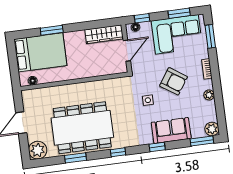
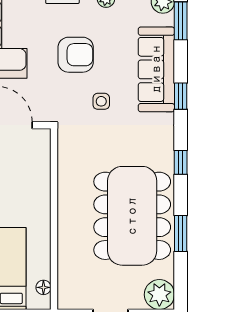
armchair: (174, 81) -> (76, 55), turned 56
sofa: (171, 130) -> (156, 69), width x1.36

